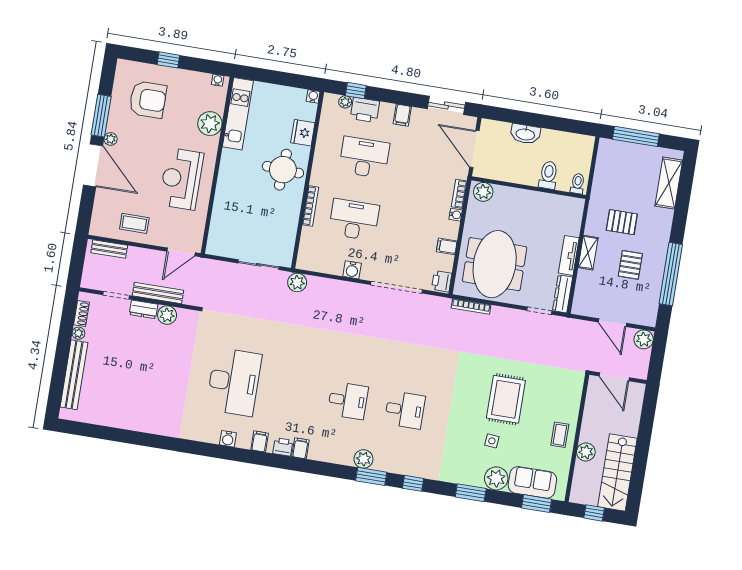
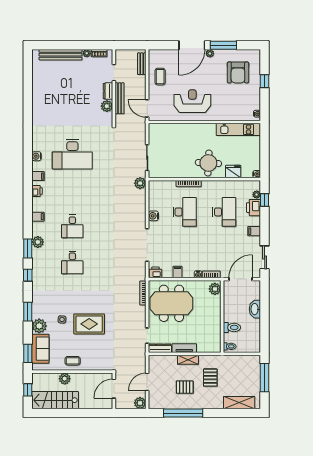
plant: (210, 124) -> (229, 113), removed
filing cabinet: (300, 448) -> (38, 217), moved

